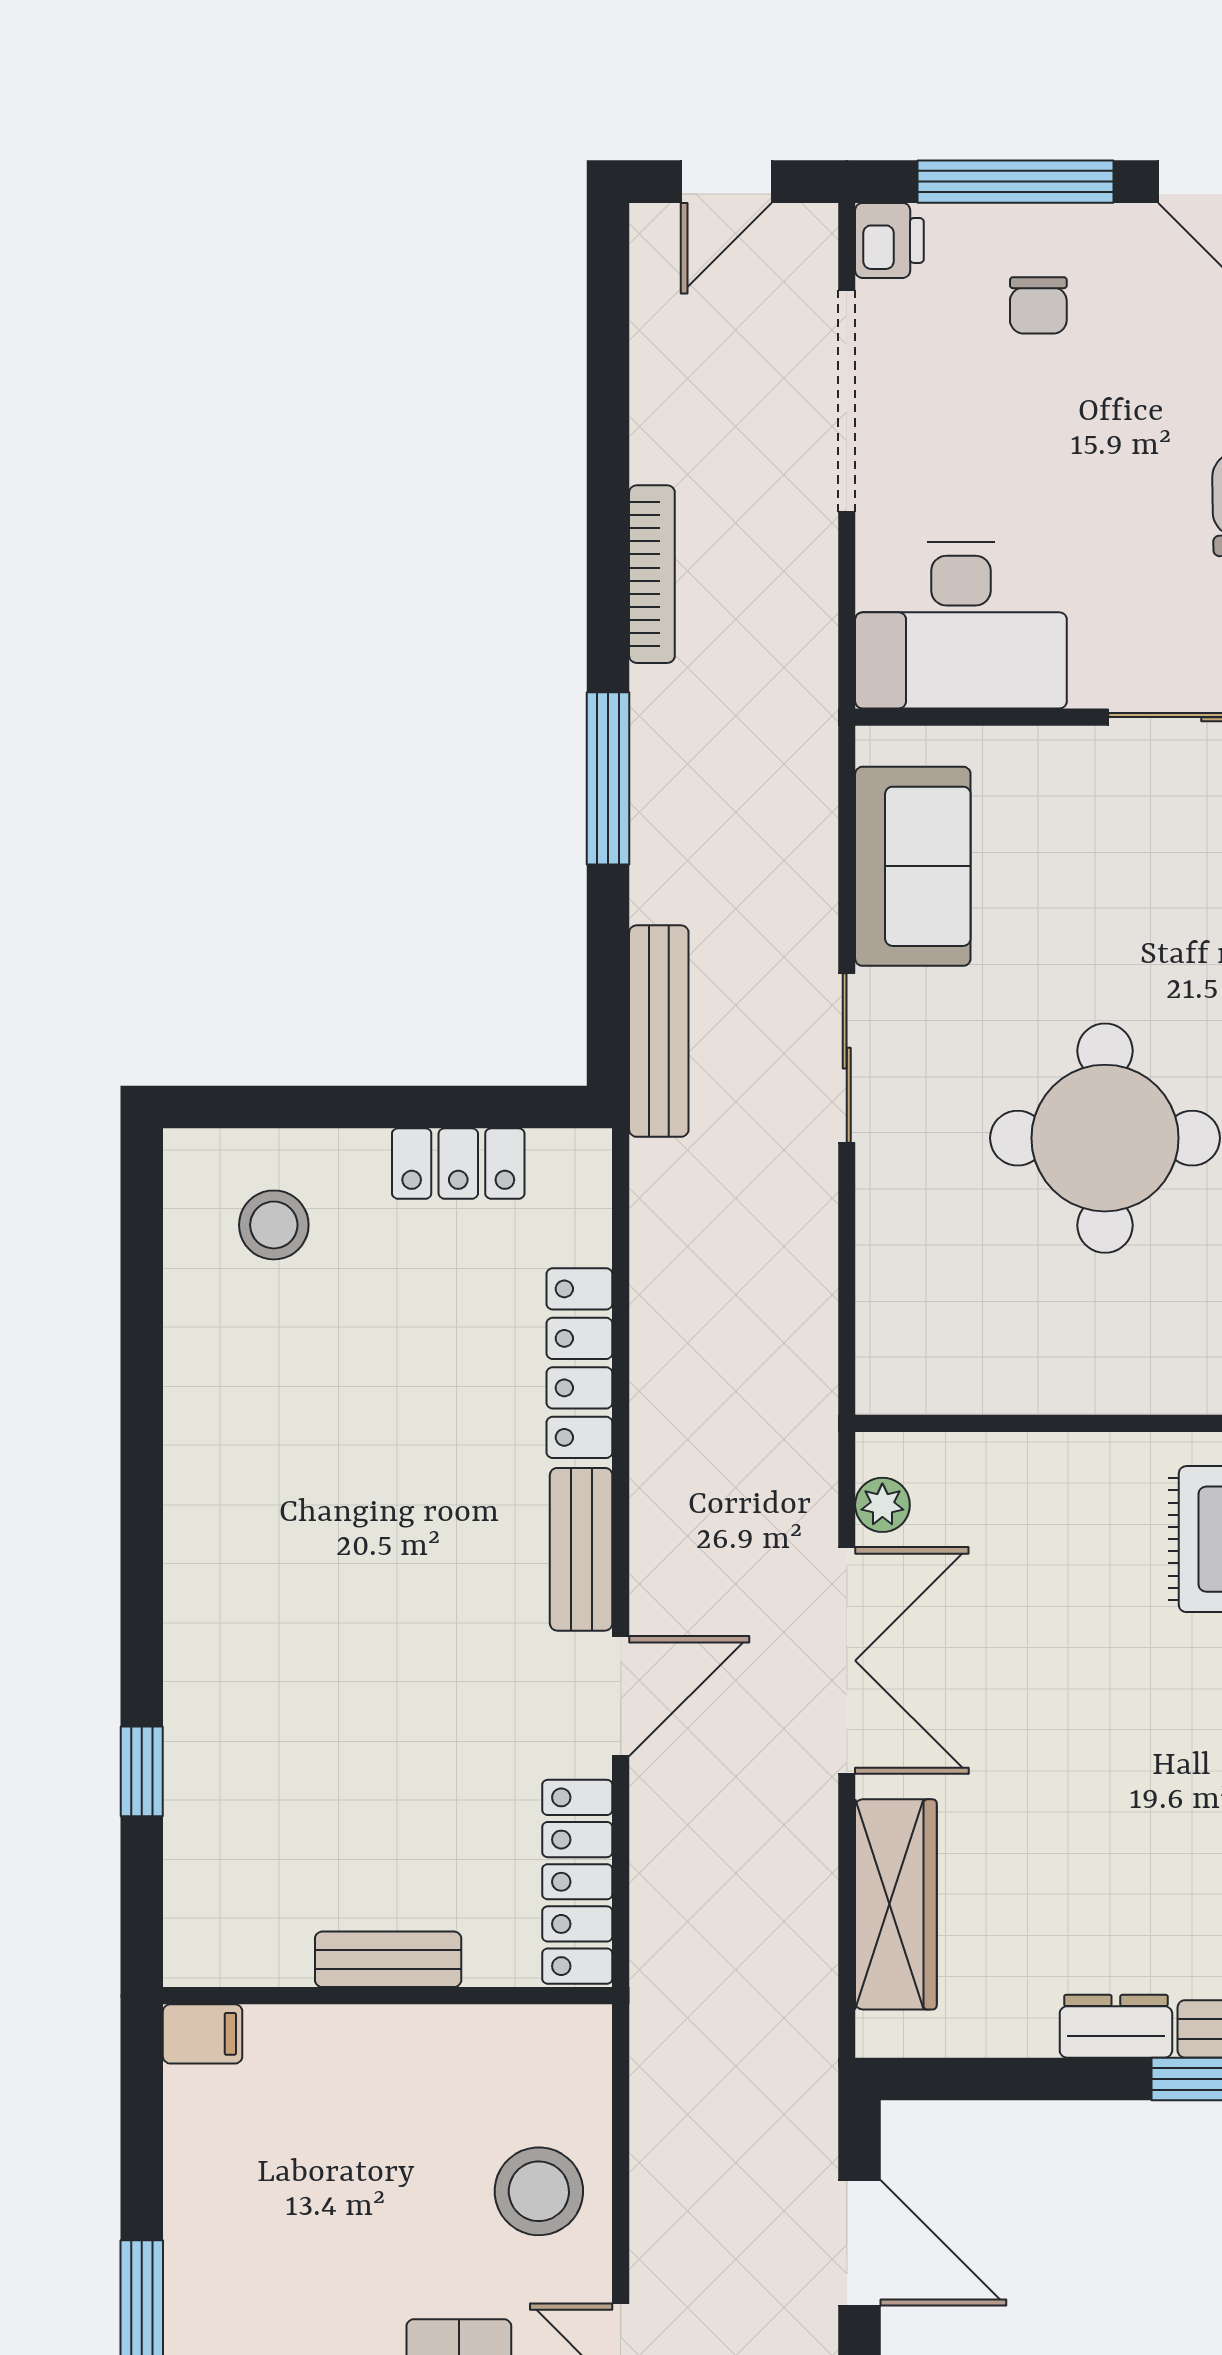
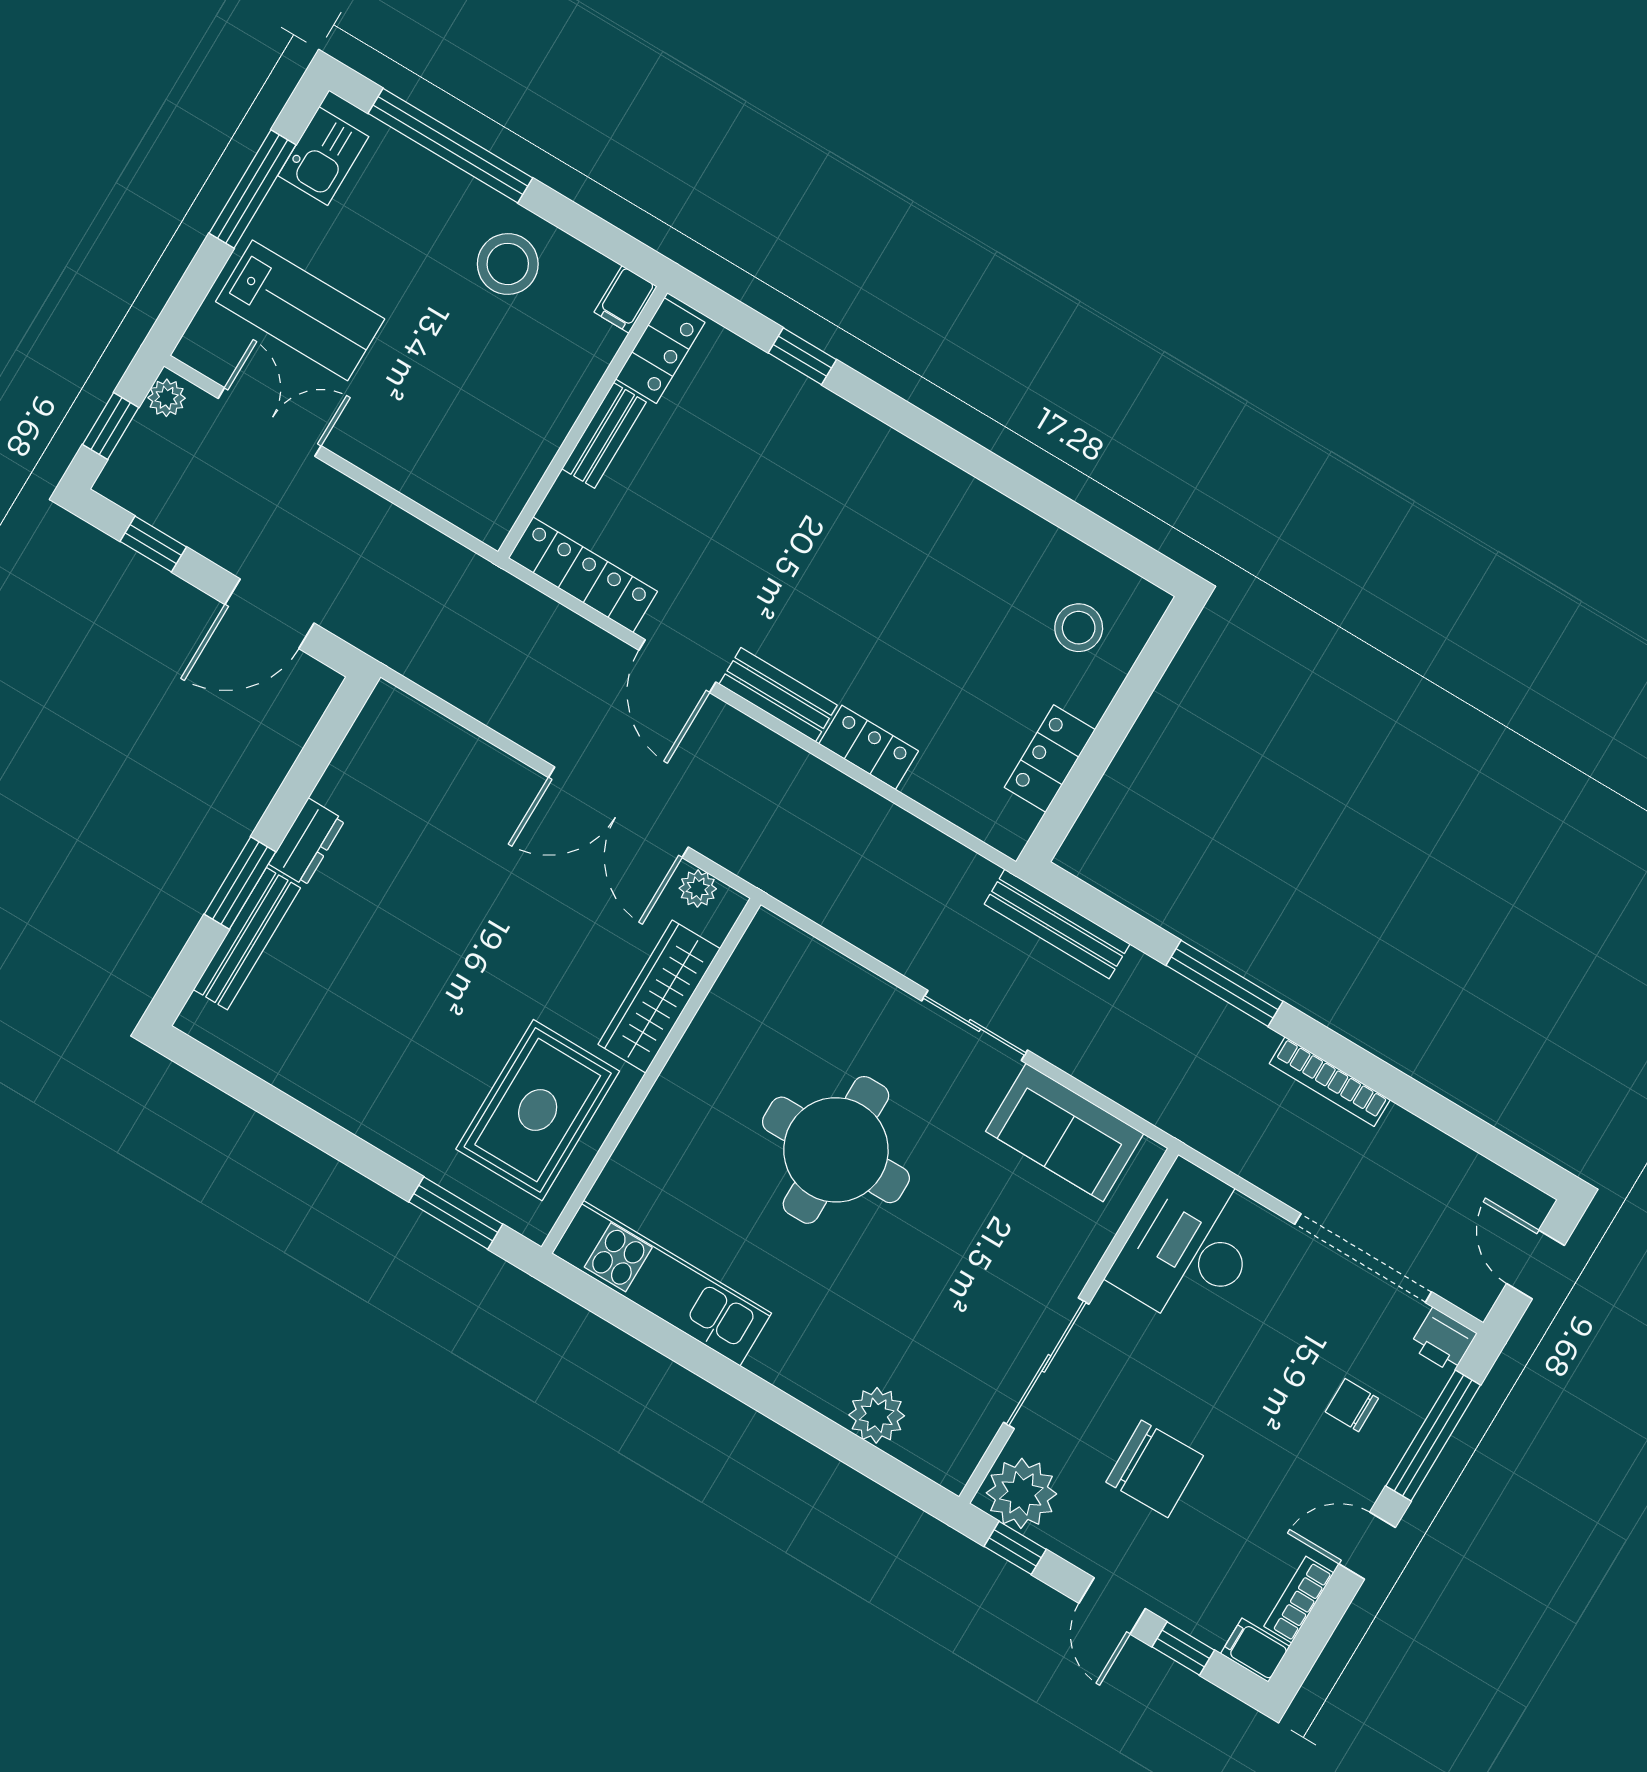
locker: (579, 1363) -> (869, 747), width x0.66
wardrobe: (896, 1904) -> (659, 997), moved, turned 90
locker: (241, 1952) -> (660, 351), added
stool: (539, 2191) -> (508, 264), moved

